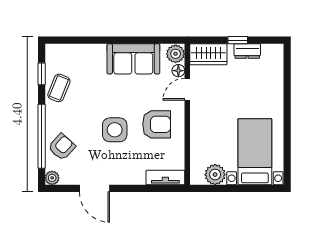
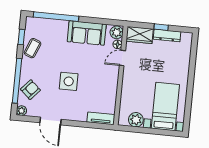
window: (88, 40) -> (56, 17), added
dresser: (247, 51) -> (167, 35), width x1.44
armchair: (157, 124) -> (98, 81), removed

